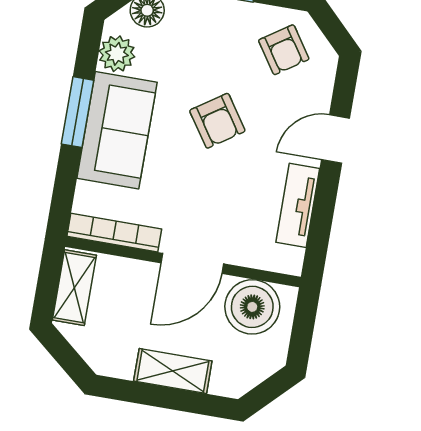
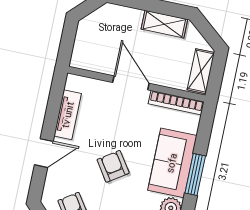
door: (192, 263) -> (131, 83), hinge flipped
boiler: (252, 307) -> (97, 56), removed
shelving: (173, 371) -> (164, 24), moved

